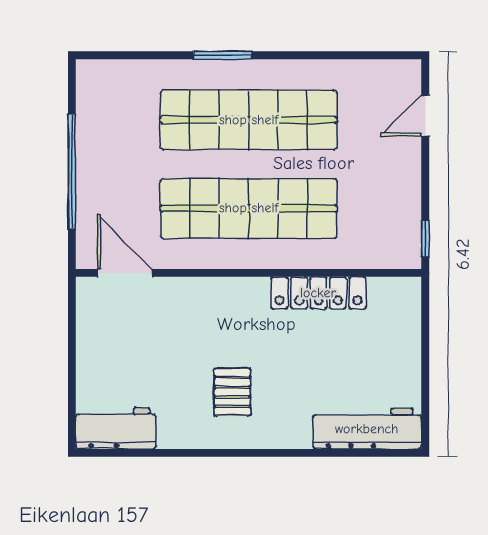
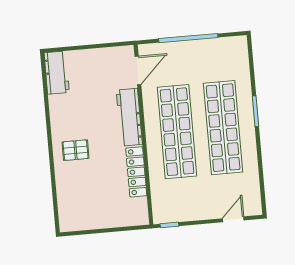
door: (425, 116) -> (233, 219), hinge flipped
pallet: (232, 392) -> (76, 150), moved
workbench: (367, 429) -> (129, 117), moved, turned 180

